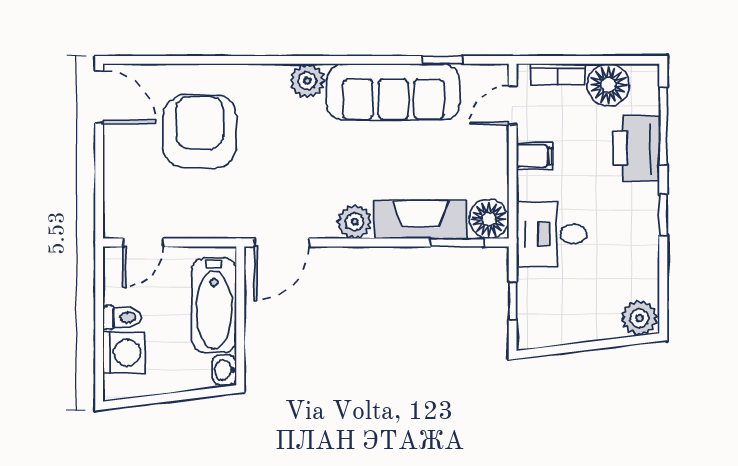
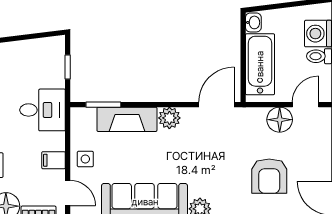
door: (513, 105) -> (68, 193), hinge flipped
armchair: (200, 131) -> (269, 176), width x0.73, depth x0.73
side table: (485, 158) -> (85, 159), added
floor lamp: (489, 219) -> (280, 120), moved

